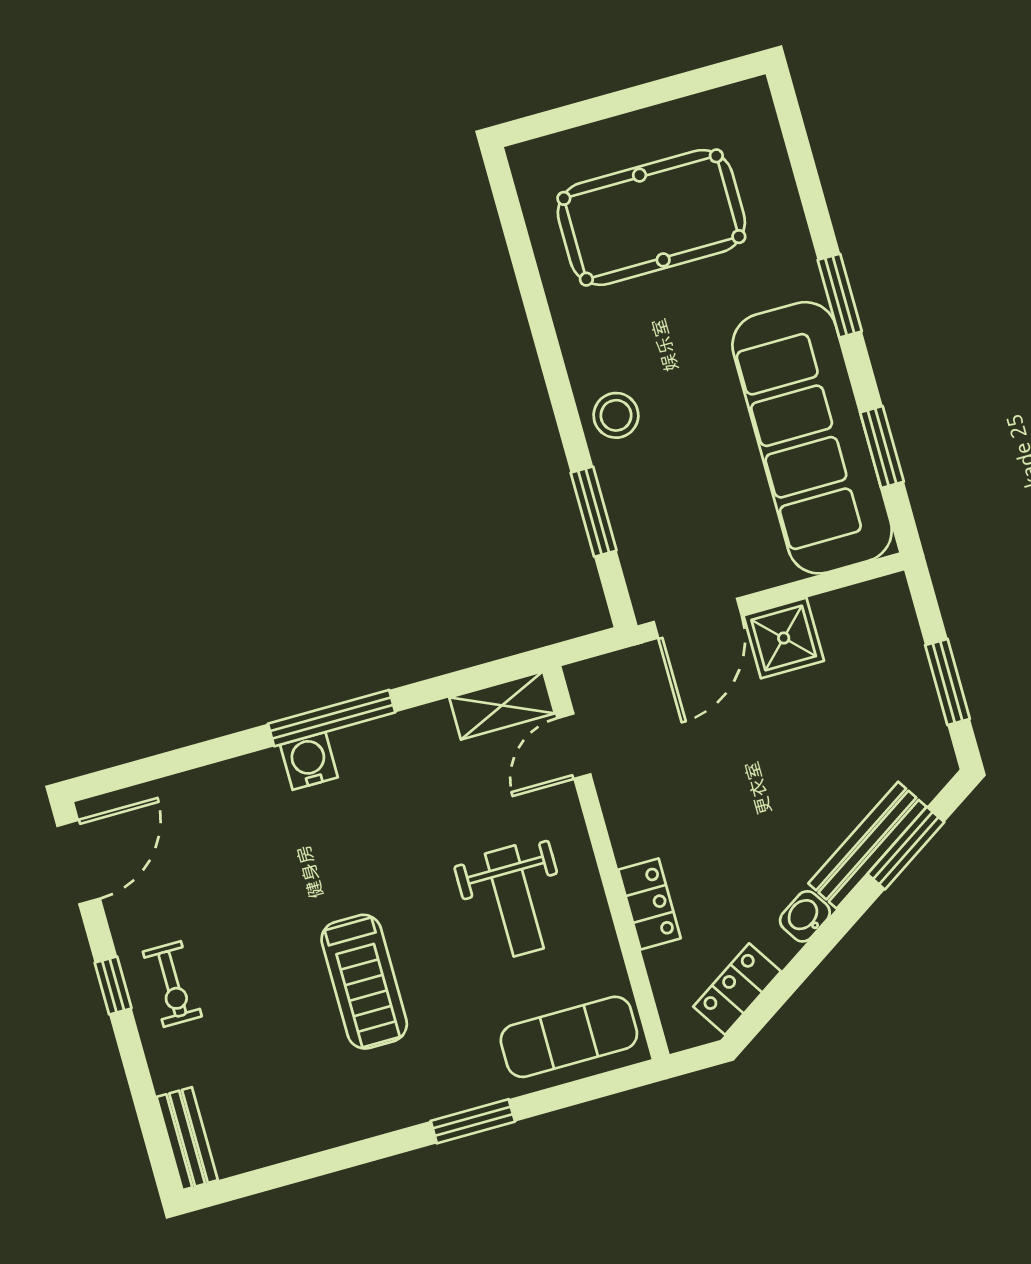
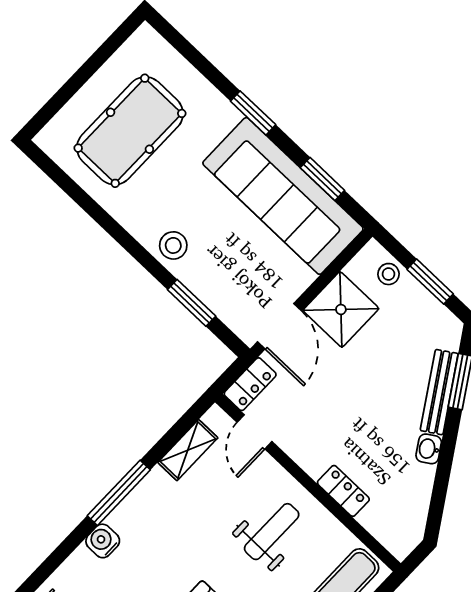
stool: (895, 636) -> (388, 274), added
shower: (784, 638) -> (341, 309), width x1.36, depth x1.36
shelving: (502, 705) -> (188, 450), moved
water cooler: (309, 761) -> (103, 541), moved
weight bench: (514, 901) -> (272, 532), turned -90
locker: (737, 989) -> (250, 384), moved, turned -147

